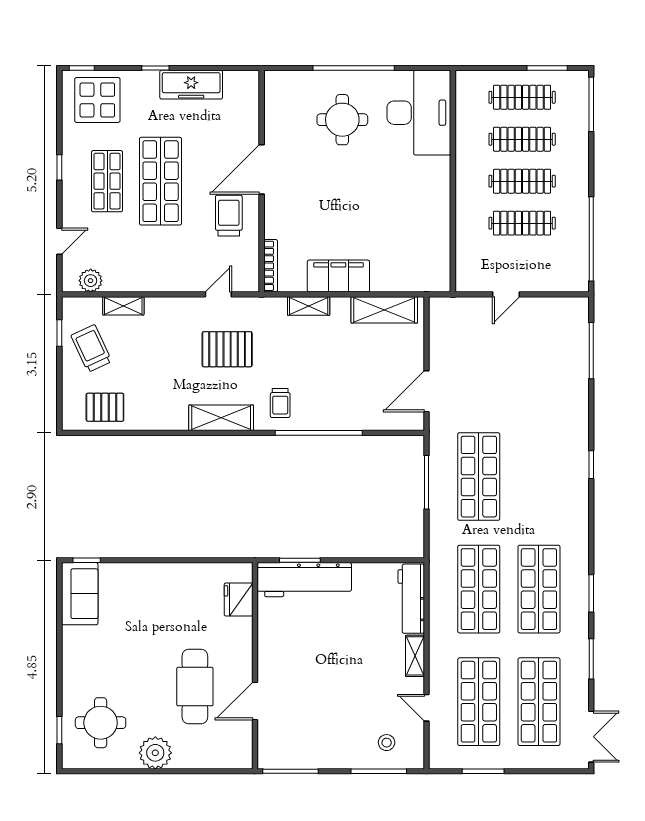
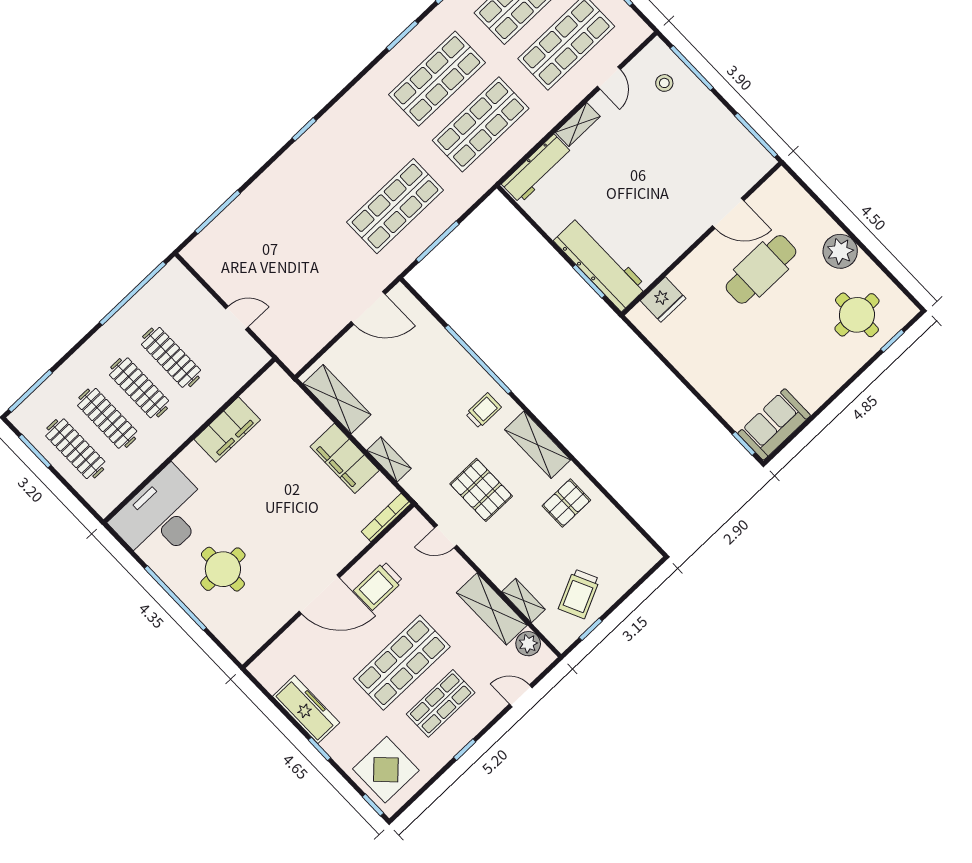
filing cabinet: (435, 214) -> (227, 430), added
shelving: (138, 278) -> (492, 609), added
pallet: (105, 407) -> (566, 503), moved, turned 90

